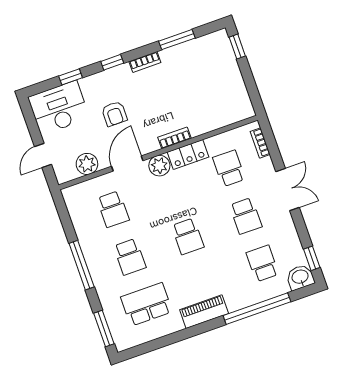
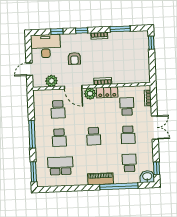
door: (127, 163) -> (73, 87), swing flipped
piano: (204, 312) -> (101, 179), moved

